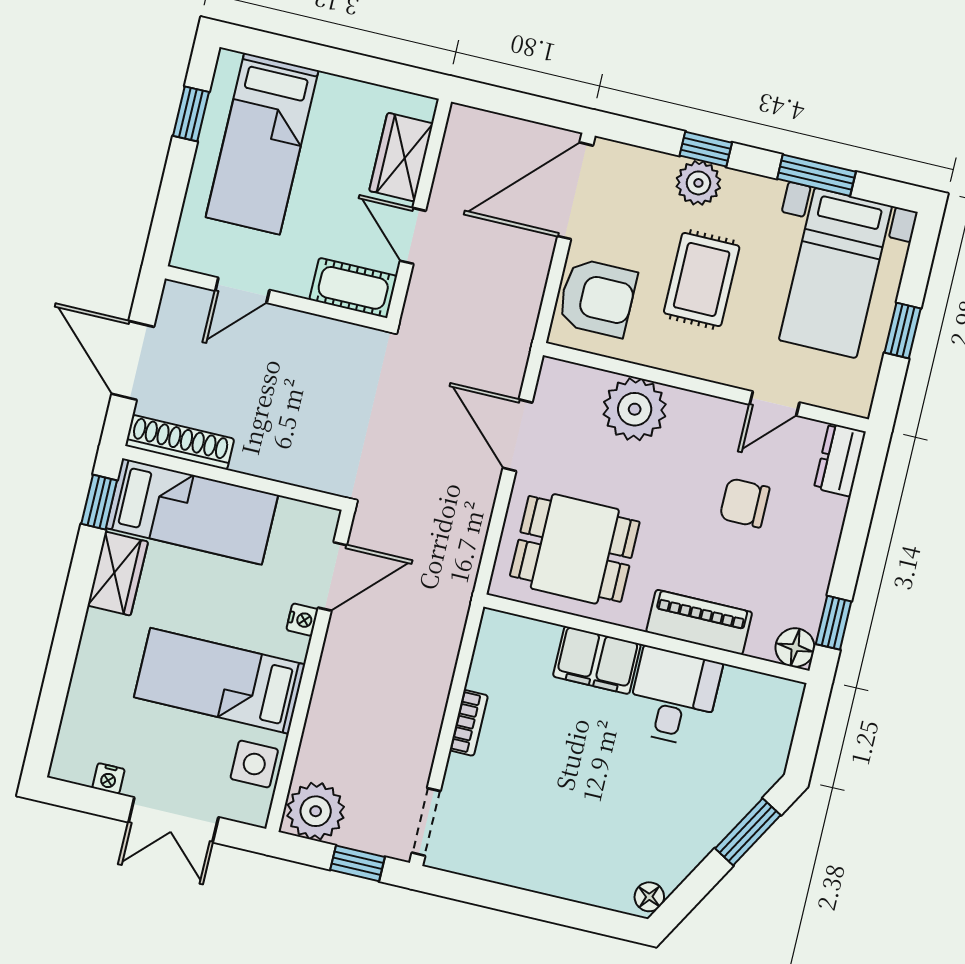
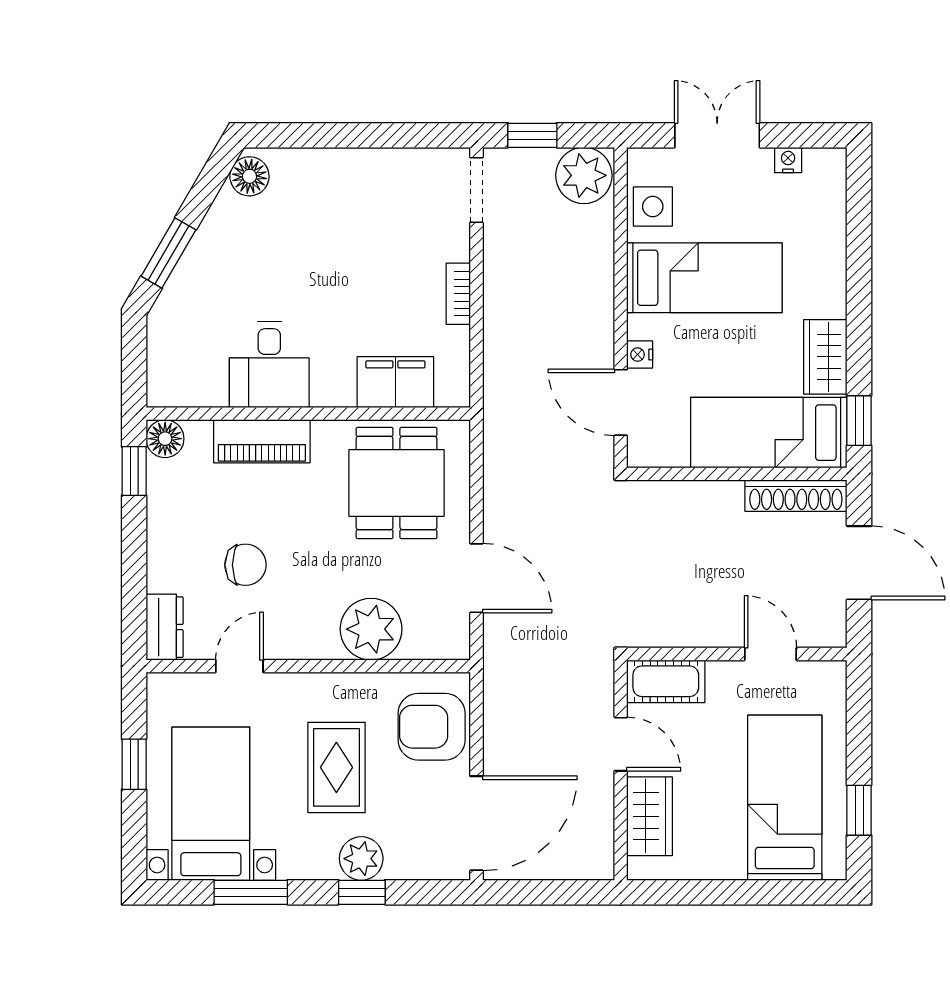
door: (242, 290) -> (771, 654), hinge flipped
dining table: (575, 549) -> (396, 483), turned 90
door: (332, 576) -> (621, 402), hinge flipped
filing cabinet: (597, 660) -> (395, 382), moved
floor lamp: (649, 897) -> (249, 176), width x1.37, depth x1.37

